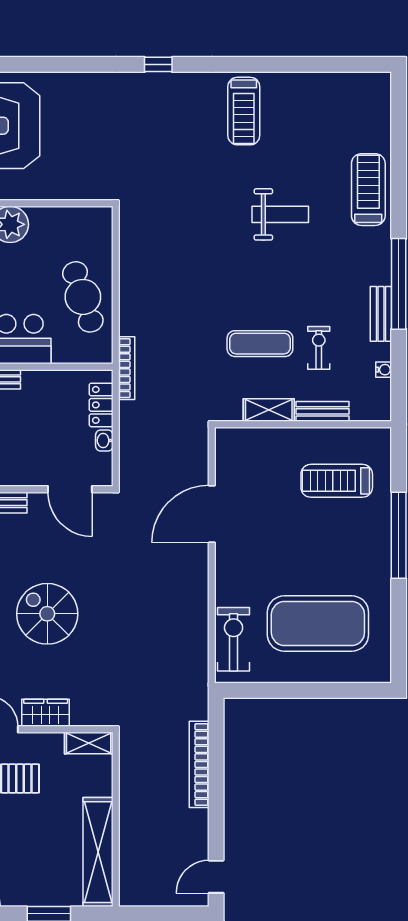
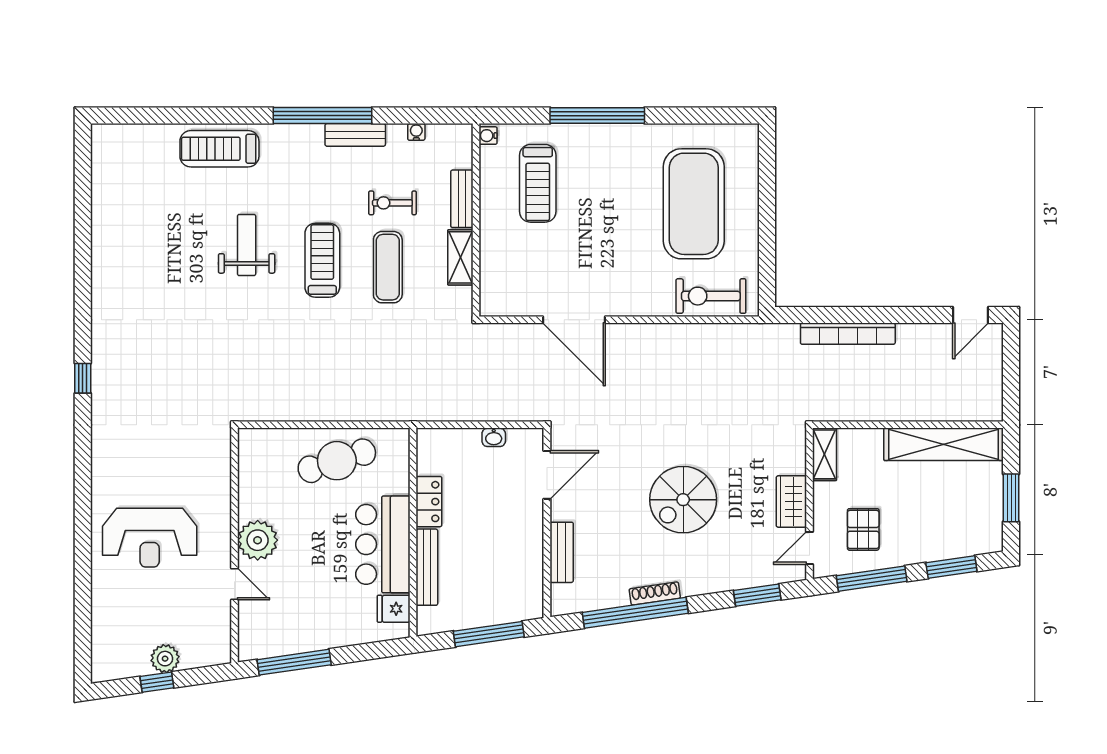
treadmill: (244, 111) -> (322, 260), moved, turned -90
bookcase: (127, 368) -> (415, 413), removed
locker: (101, 405) -> (429, 502), moved, turned -90
water cooler: (380, 435) -> (488, 136), added
door: (216, 877) -> (971, 315), hinge flipped

